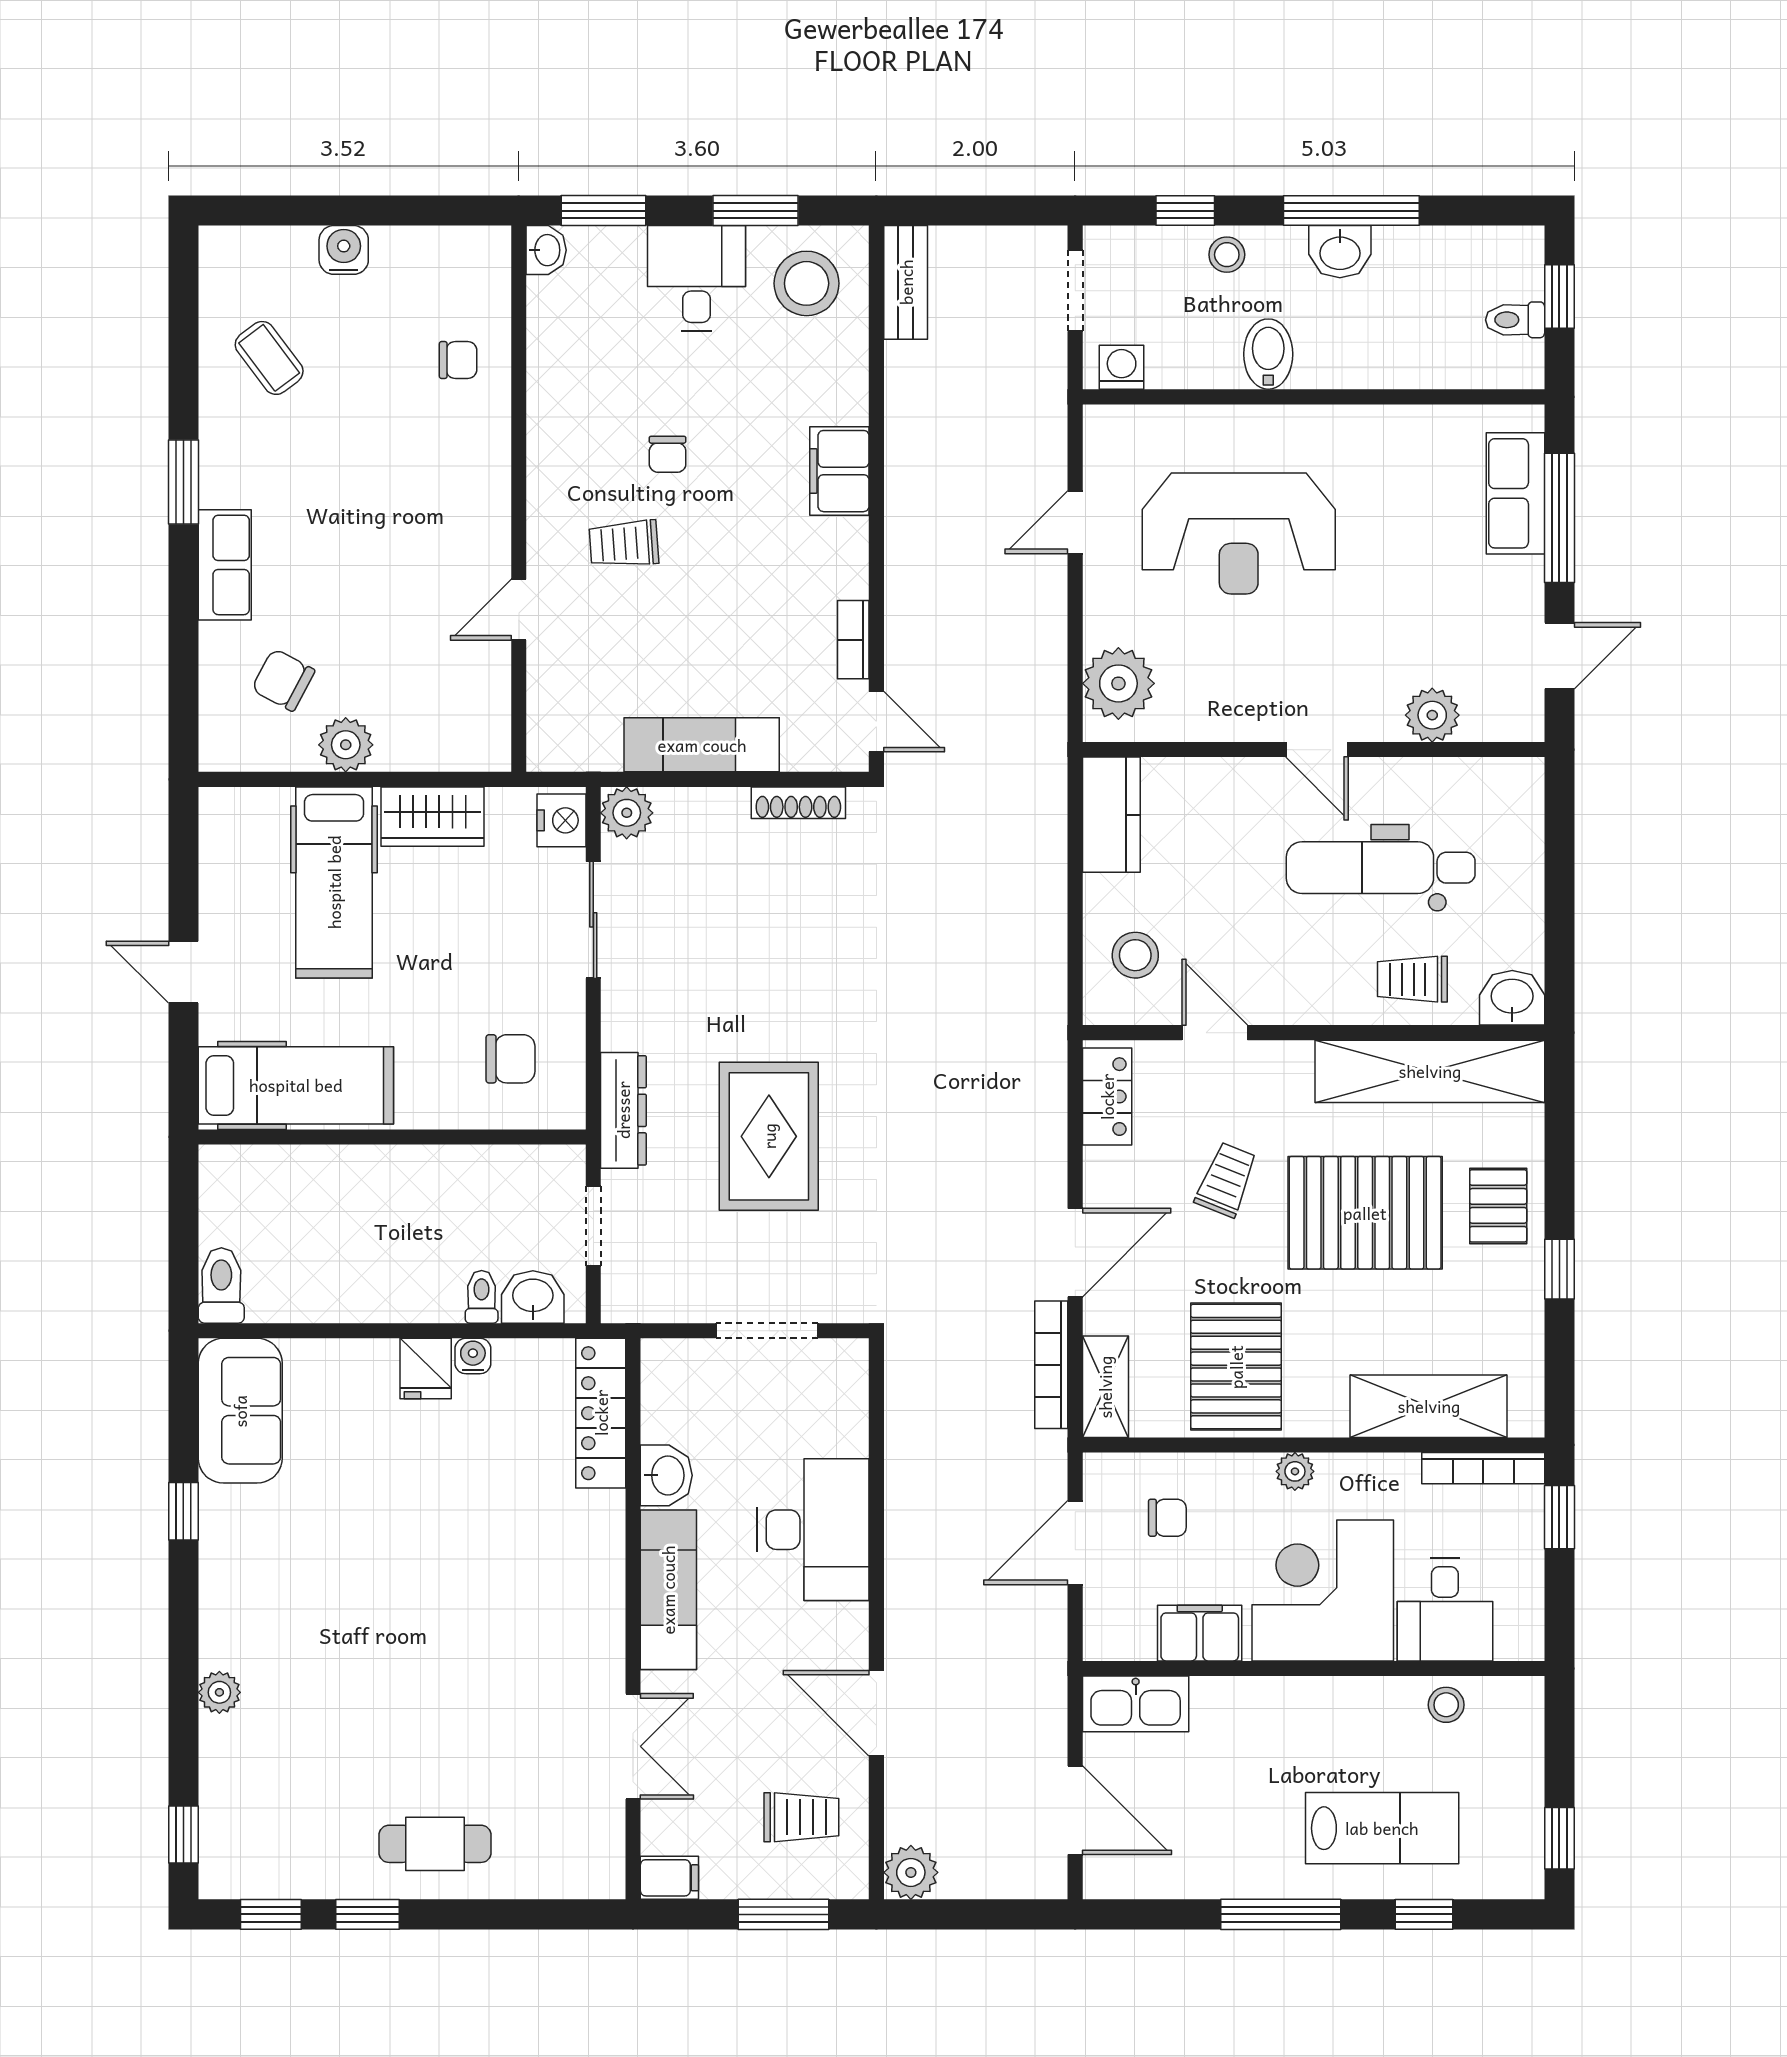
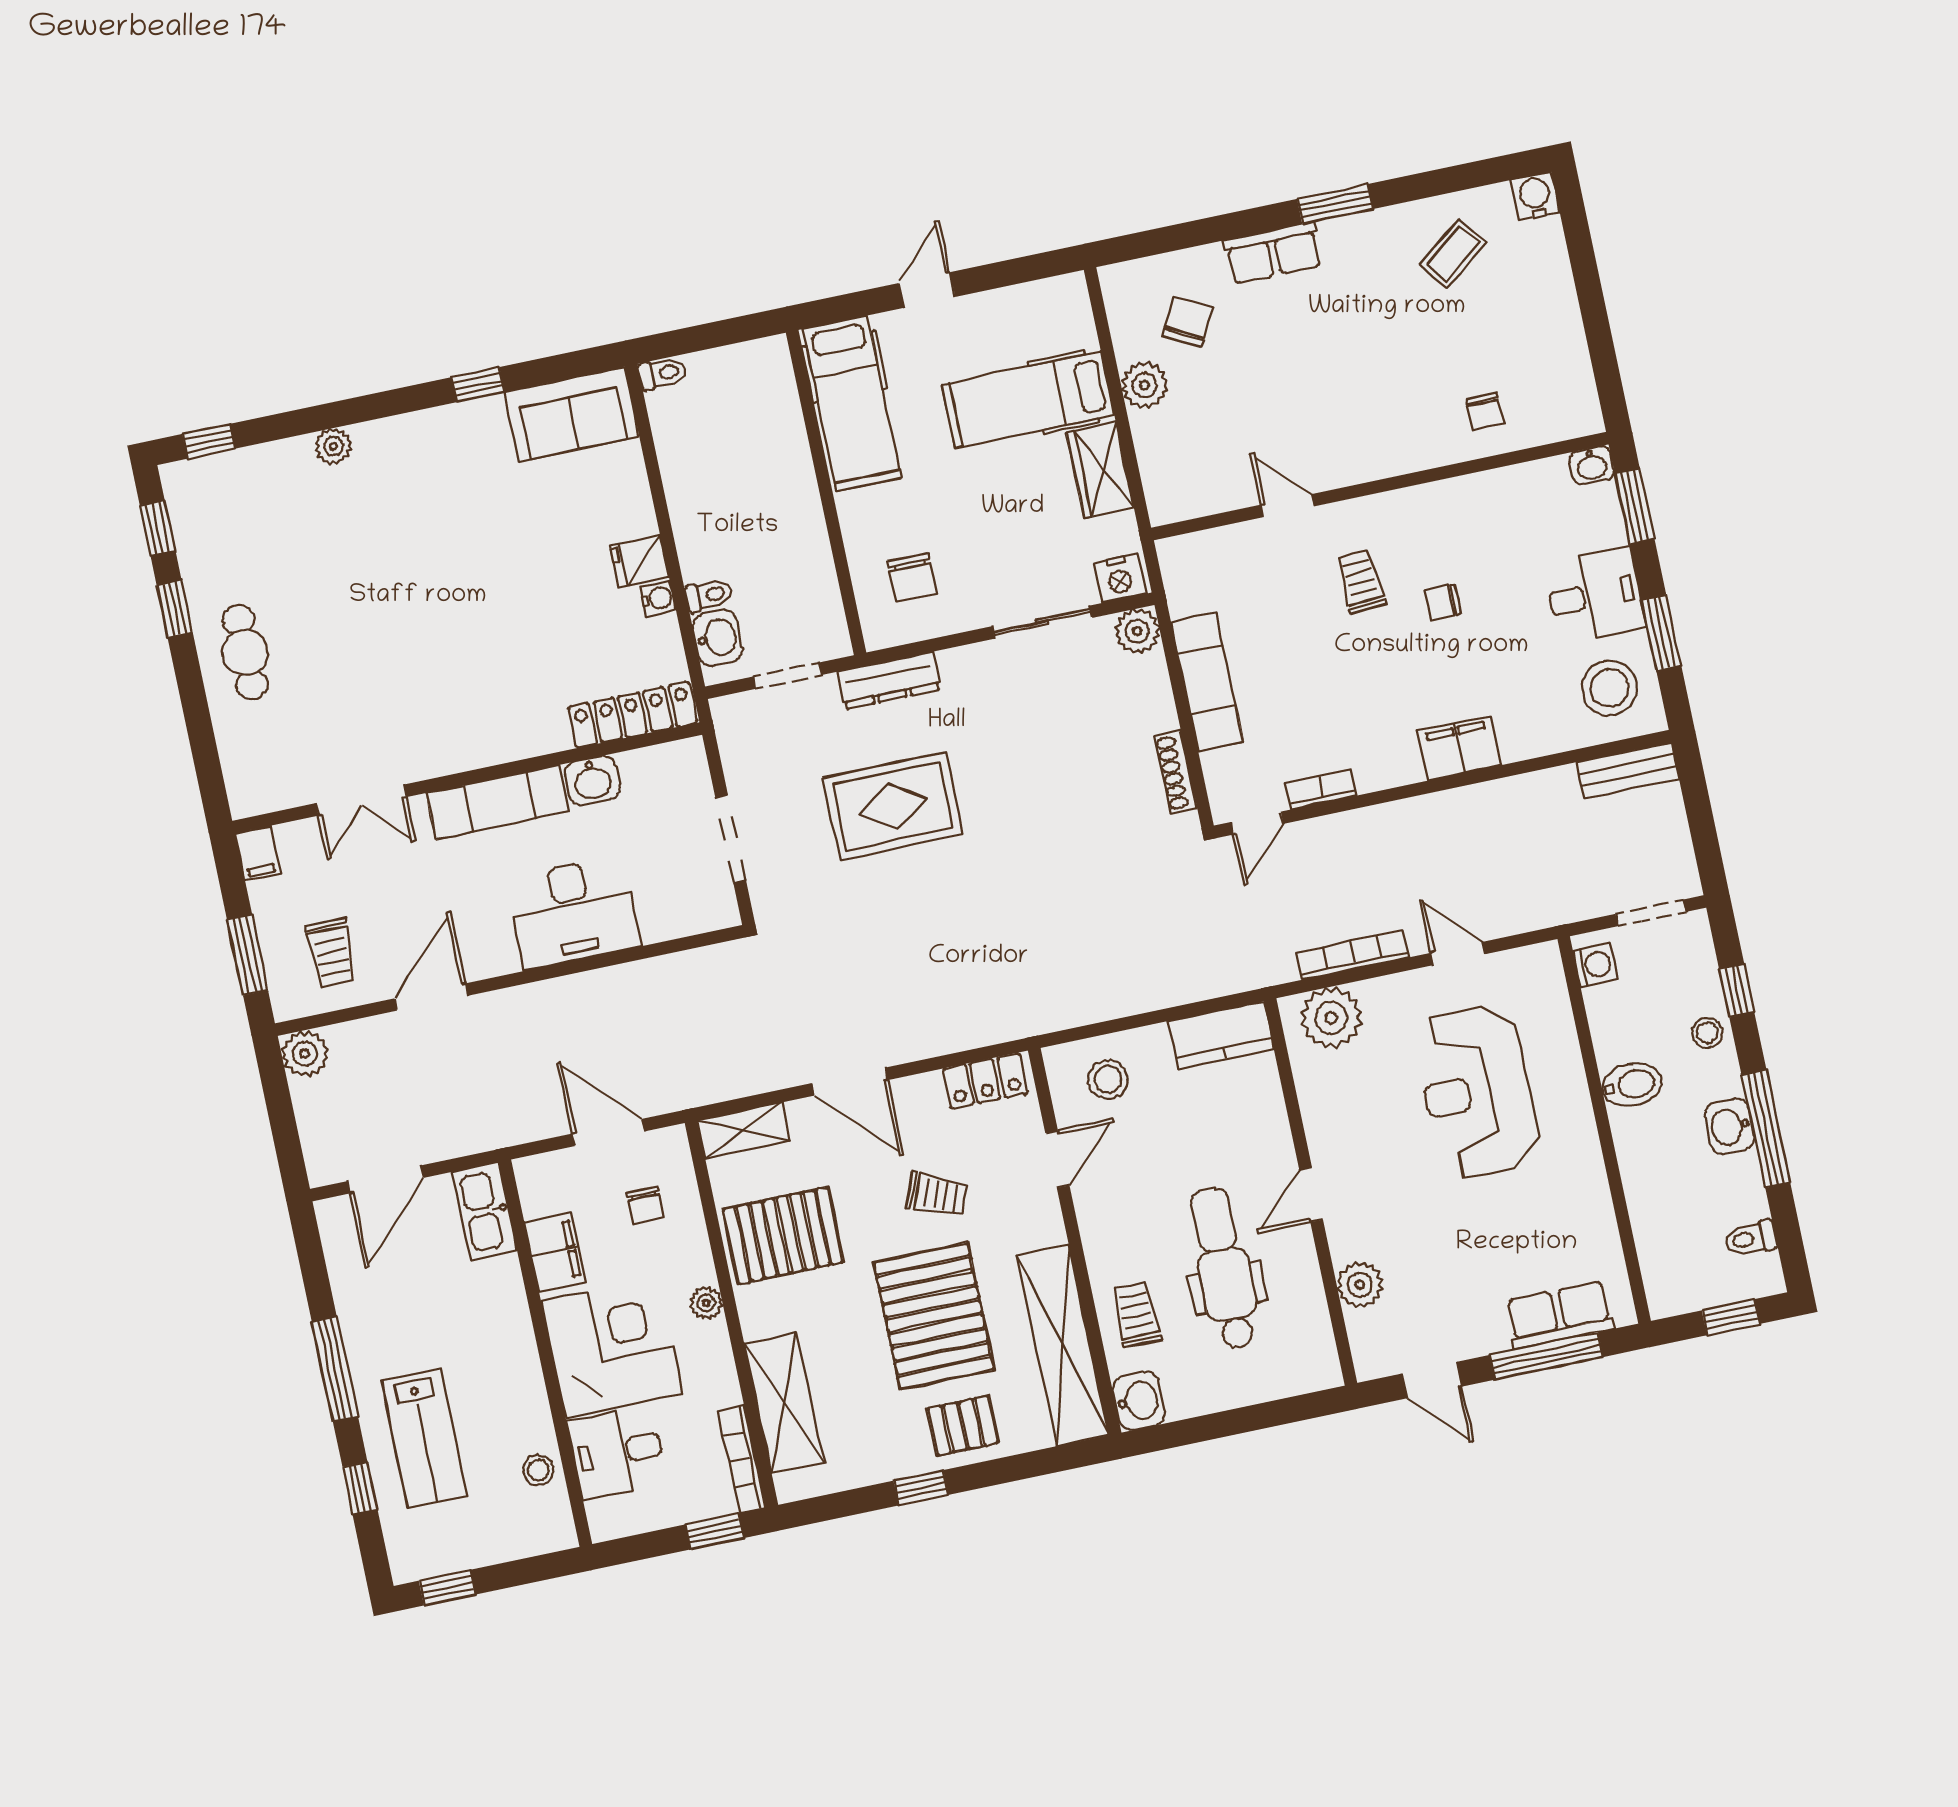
water cooler: (344, 250) -> (1535, 196), moved, turned -90
toilet: (1515, 320) -> (1750, 1238), moved, turned -90
toilet: (221, 1285) -> (663, 373), width x0.73, depth x0.72
bookcase: (1051, 1365) -> (1353, 955), moved

